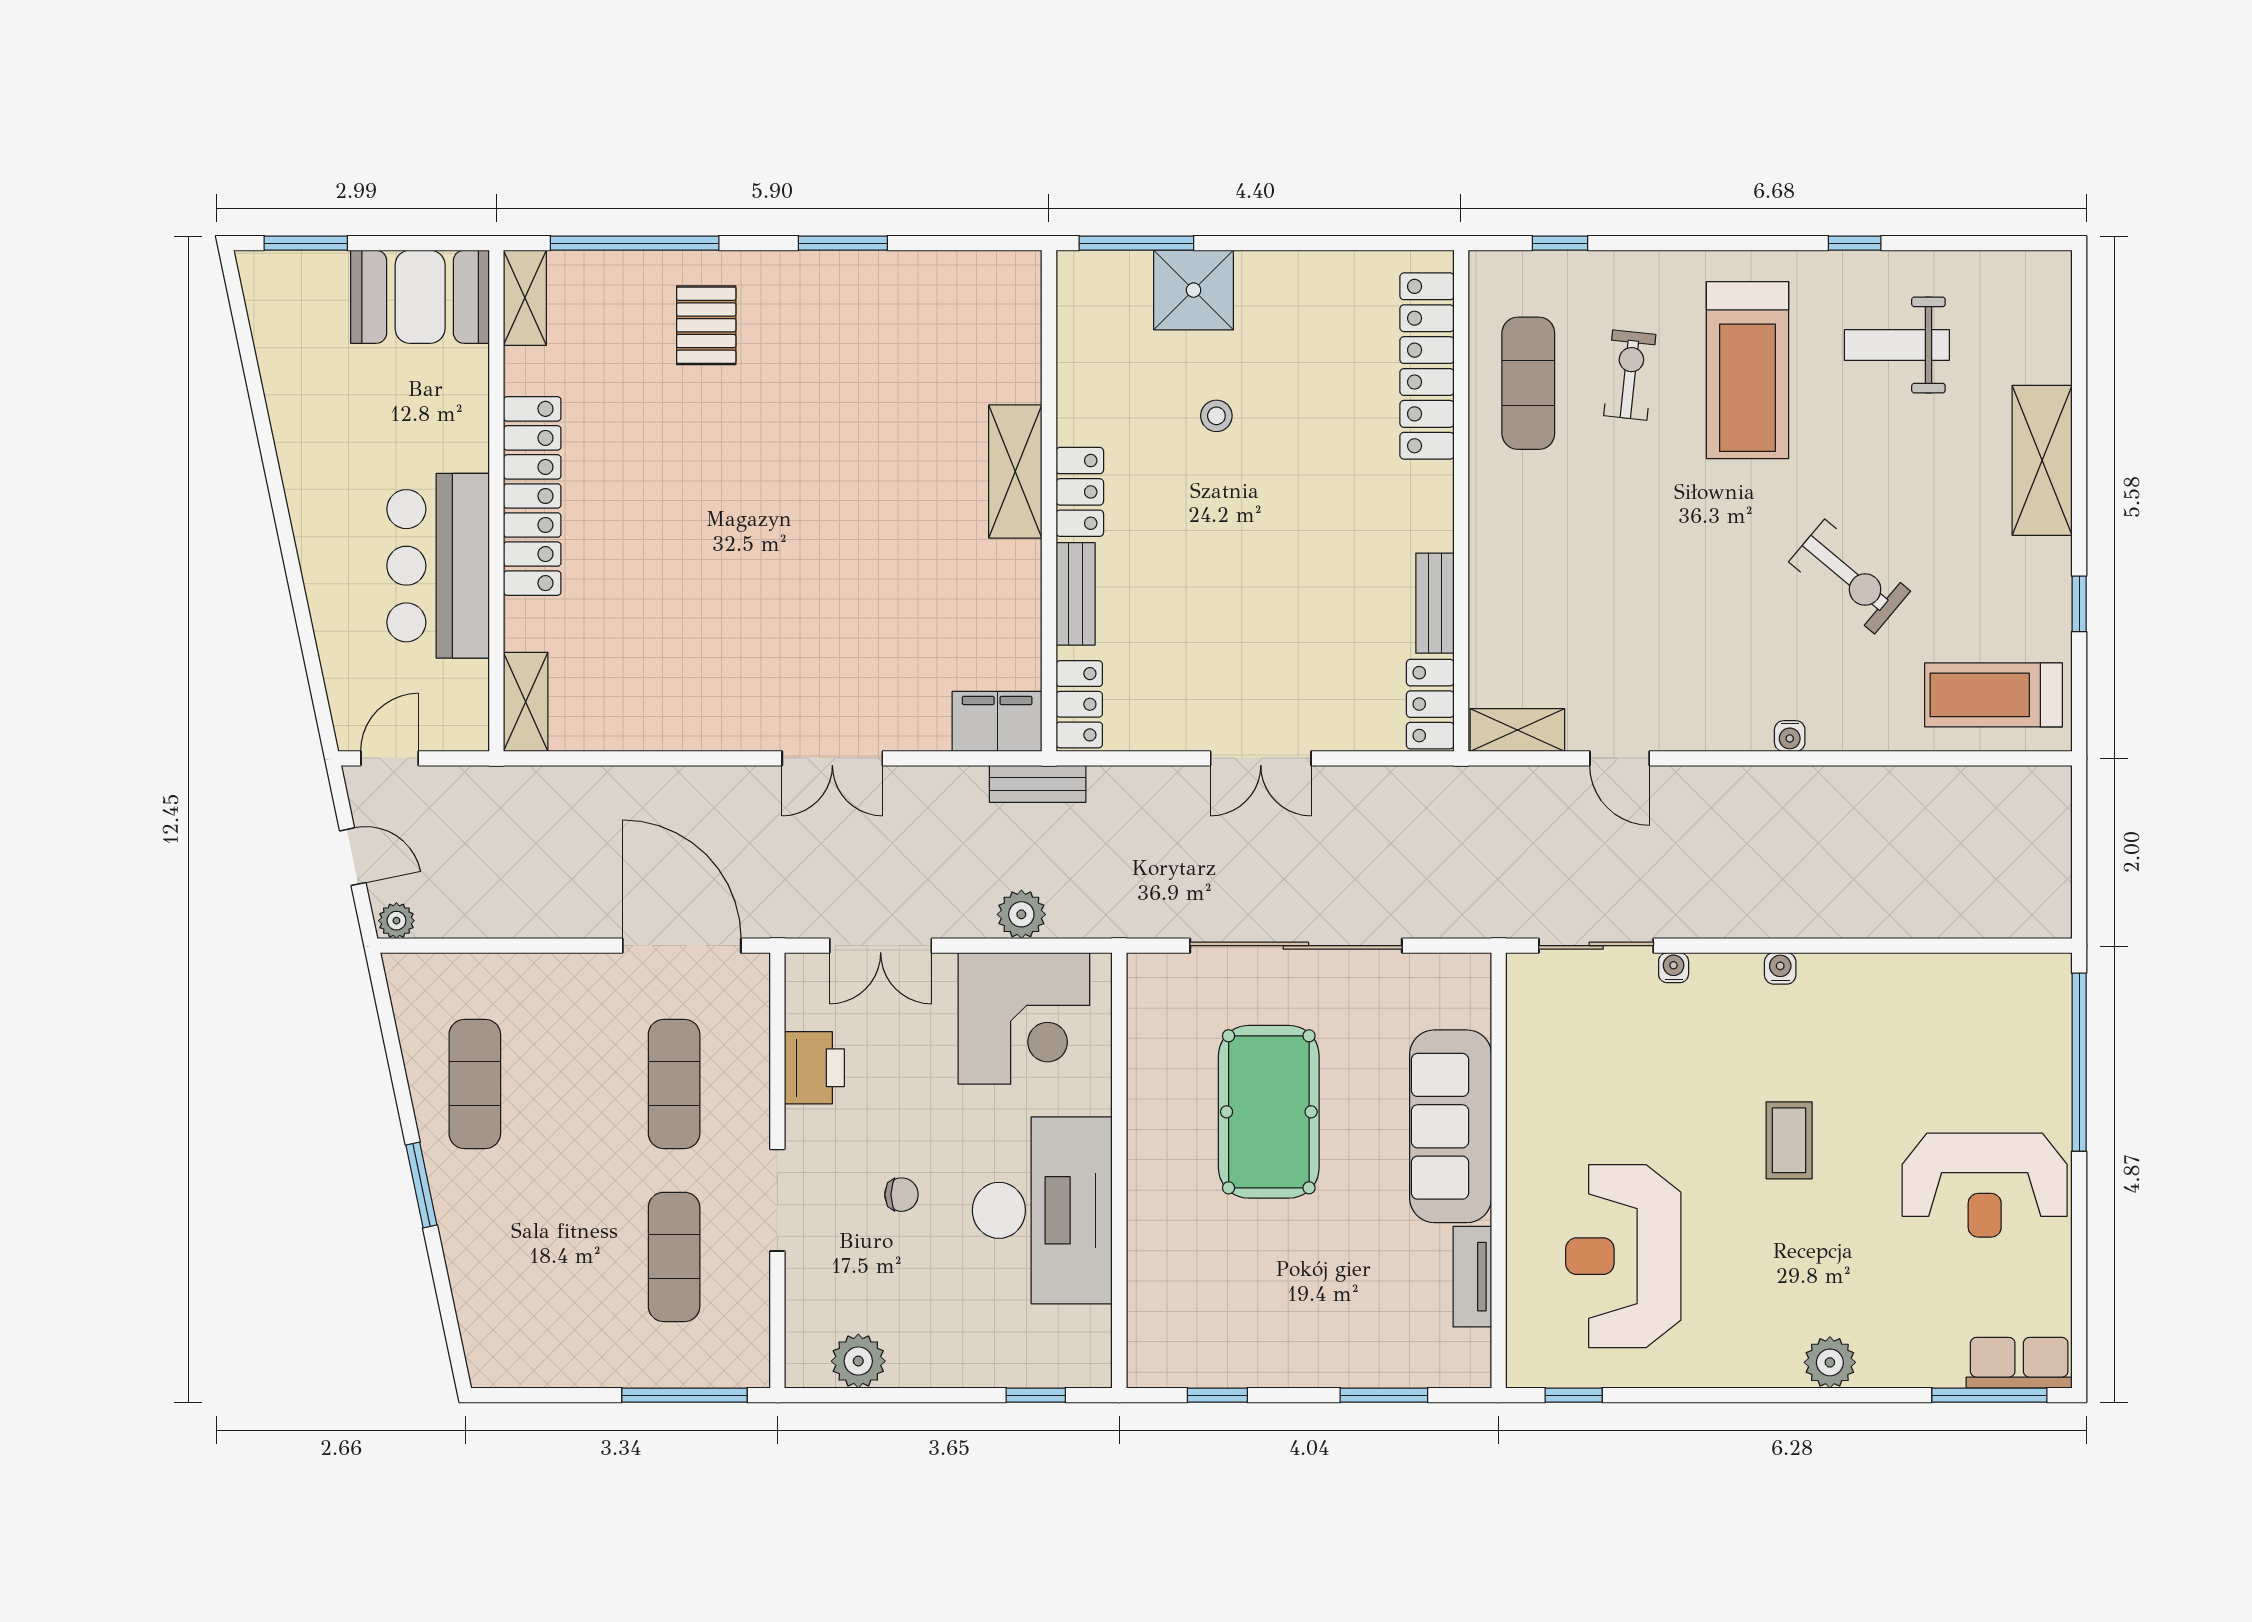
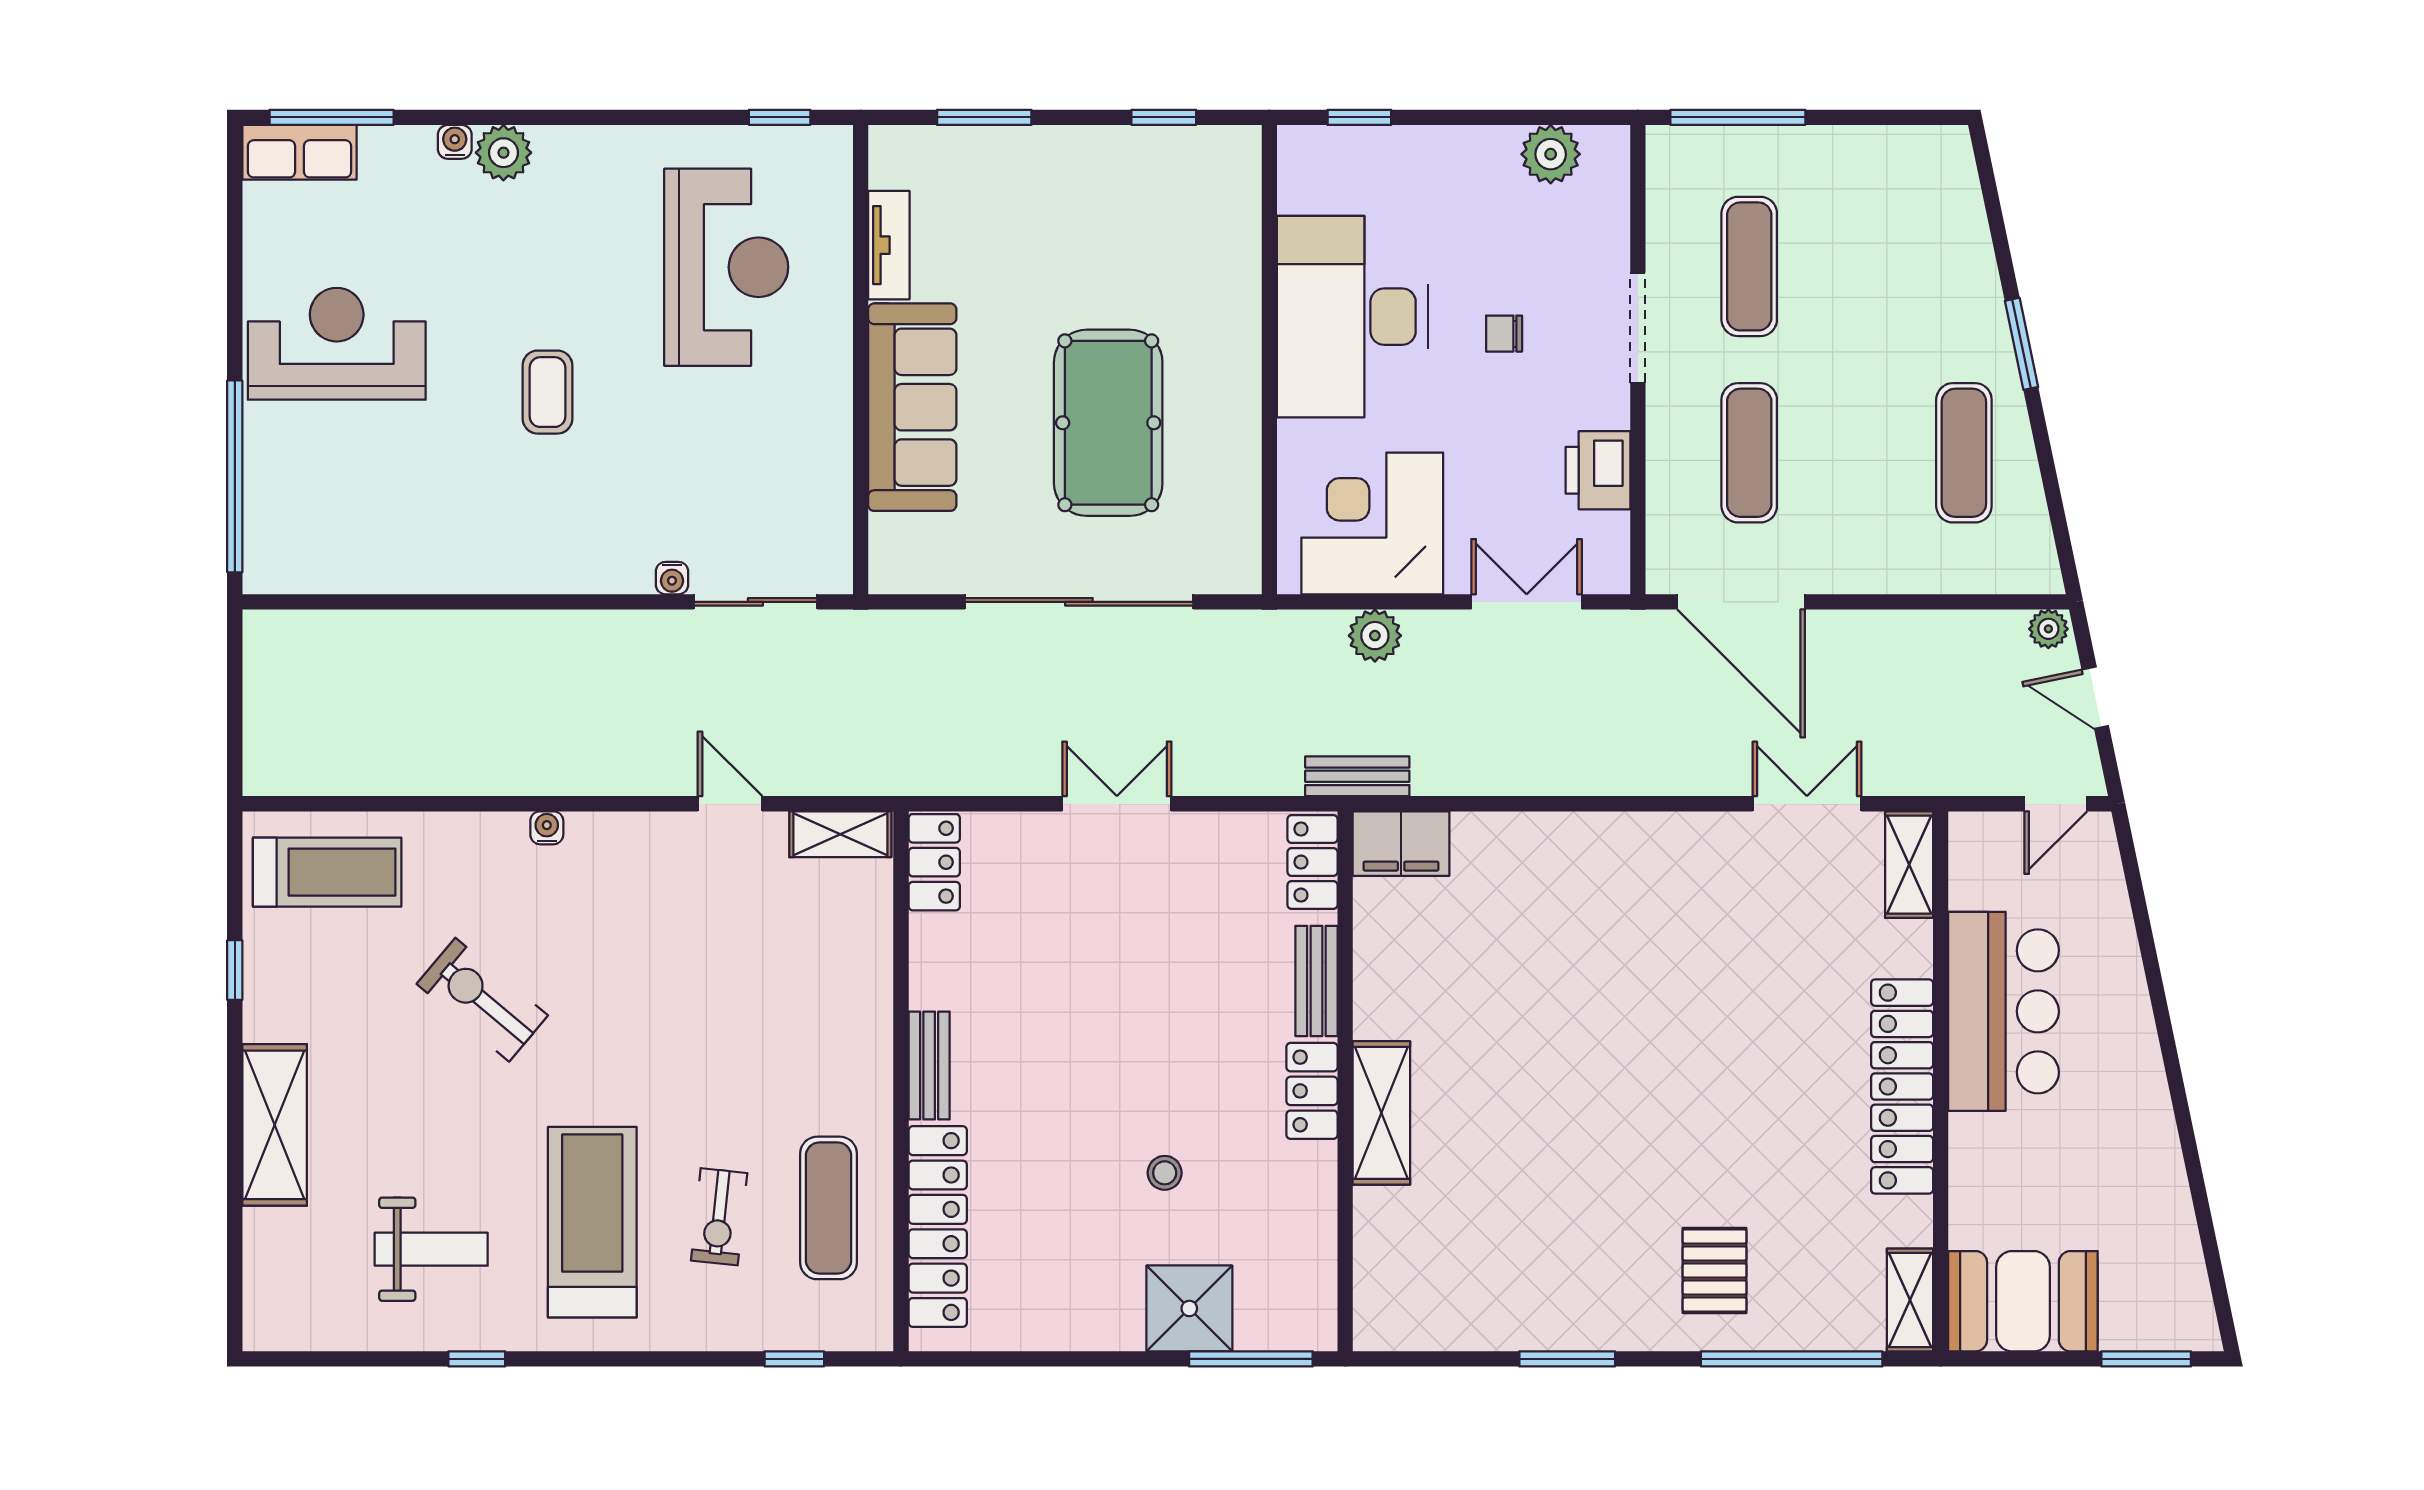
bench: (1435, 603) -> (929, 1065), moved
double door: (832, 758) -> (1807, 804), moved
water cooler: (1780, 968) -> (455, 142), moved, turned 180

